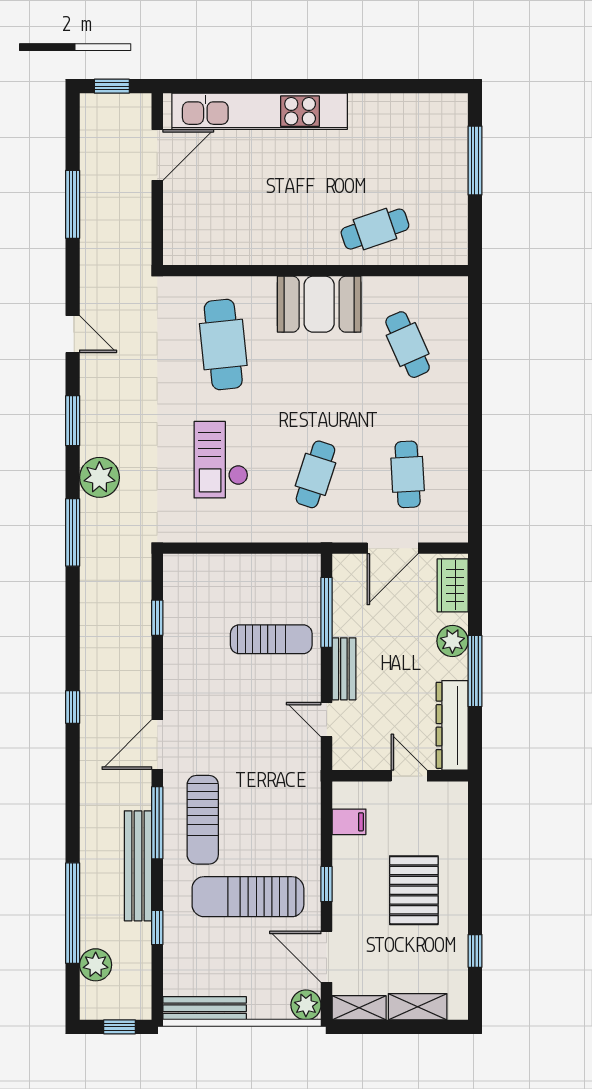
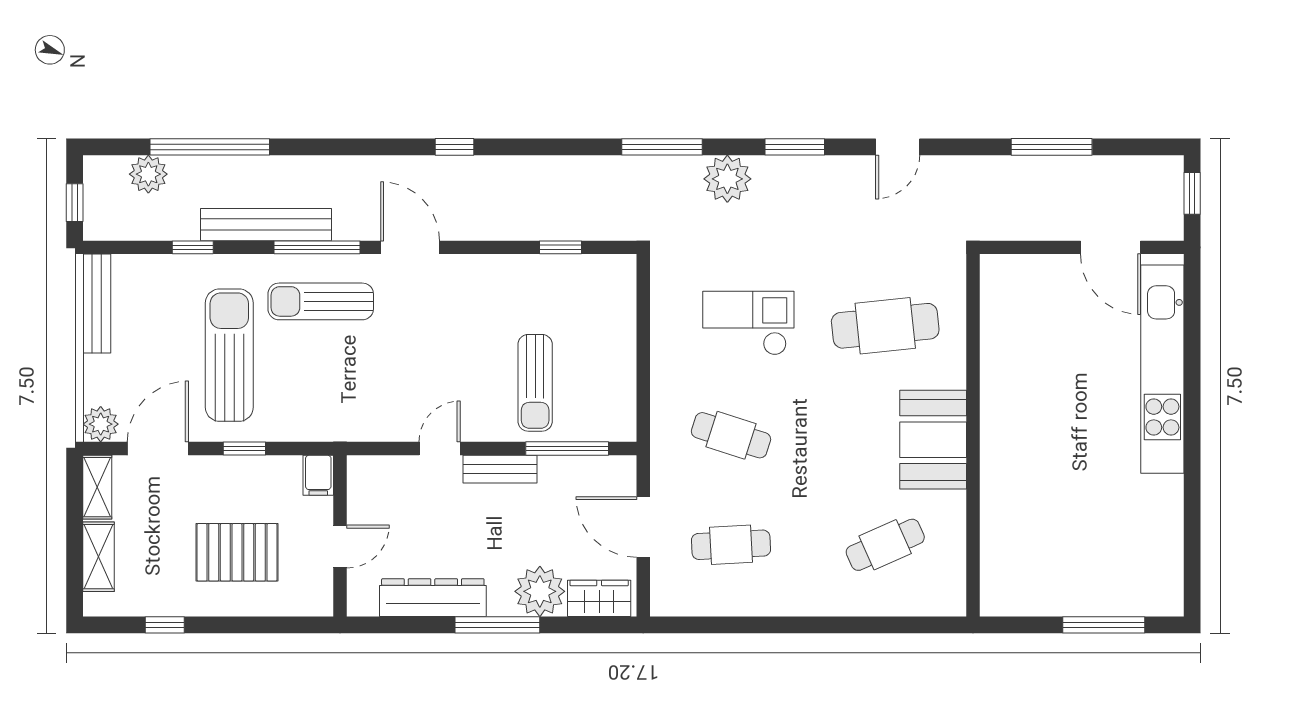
cafe table: (375, 229) -> (1022, 506), removed
plant: (452, 641) -> (540, 591), width x1.36, depth x1.36
wall: (400, 776) -> (340, 536), moved
door: (409, 776) -> (340, 547), moved

